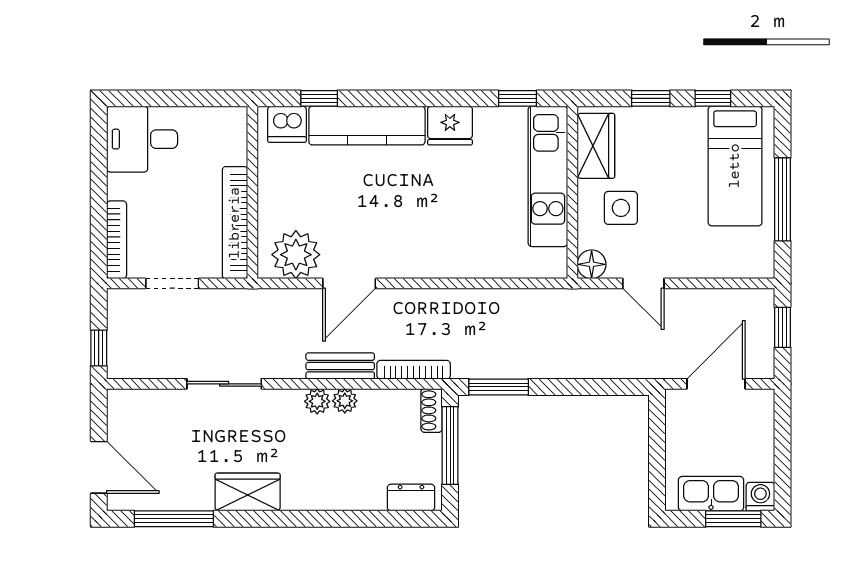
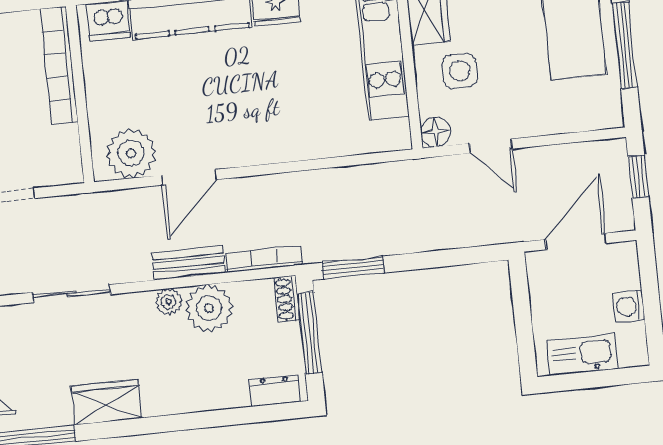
bookcase: (235, 223) -> (59, 65), moved
plant: (345, 401) -> (209, 308), width x1.88, depth x1.88
washing machine: (760, 497) -> (629, 306), moved, turned -90
window: (733, 519) -> (608, 378), removed

